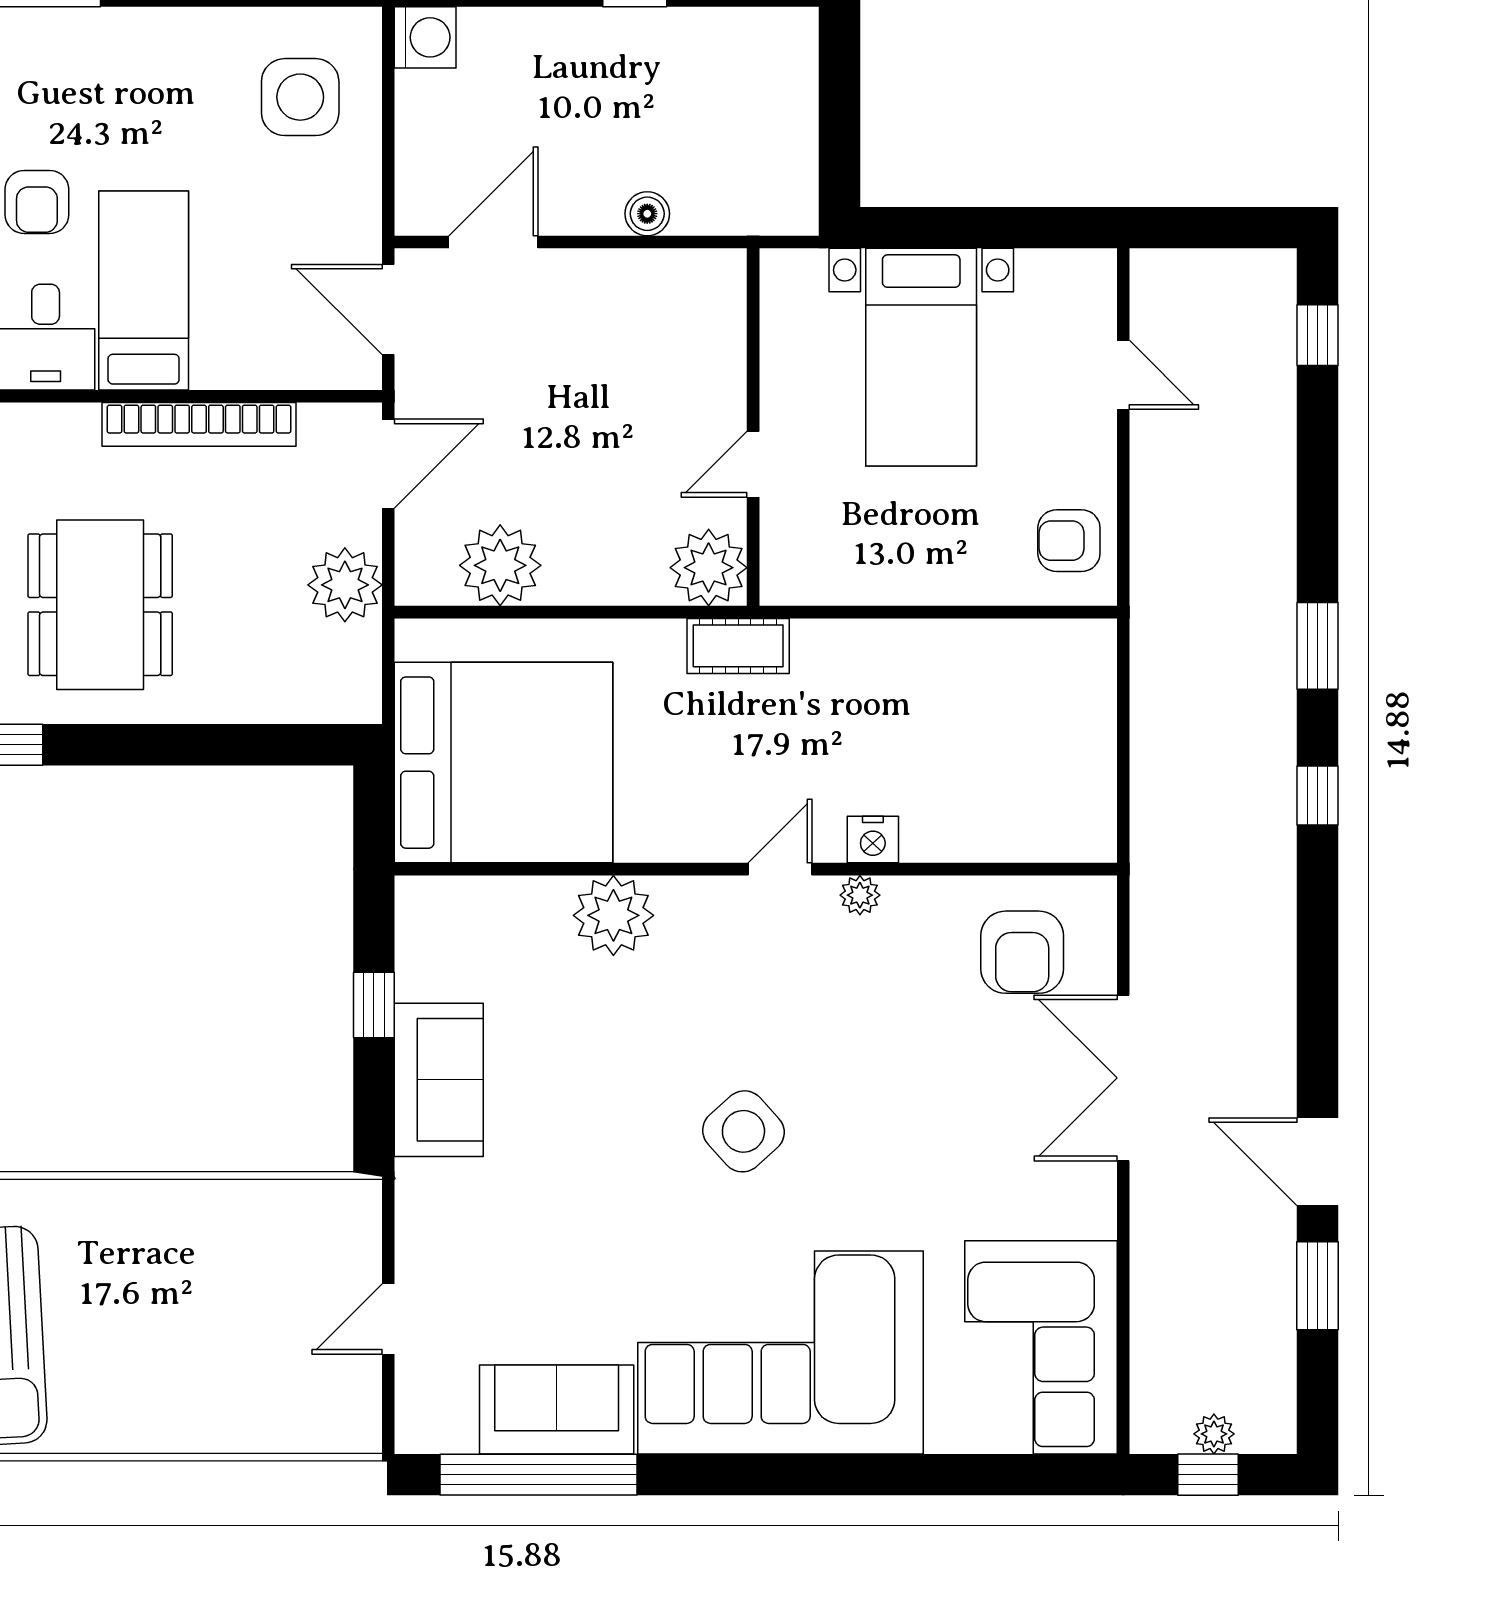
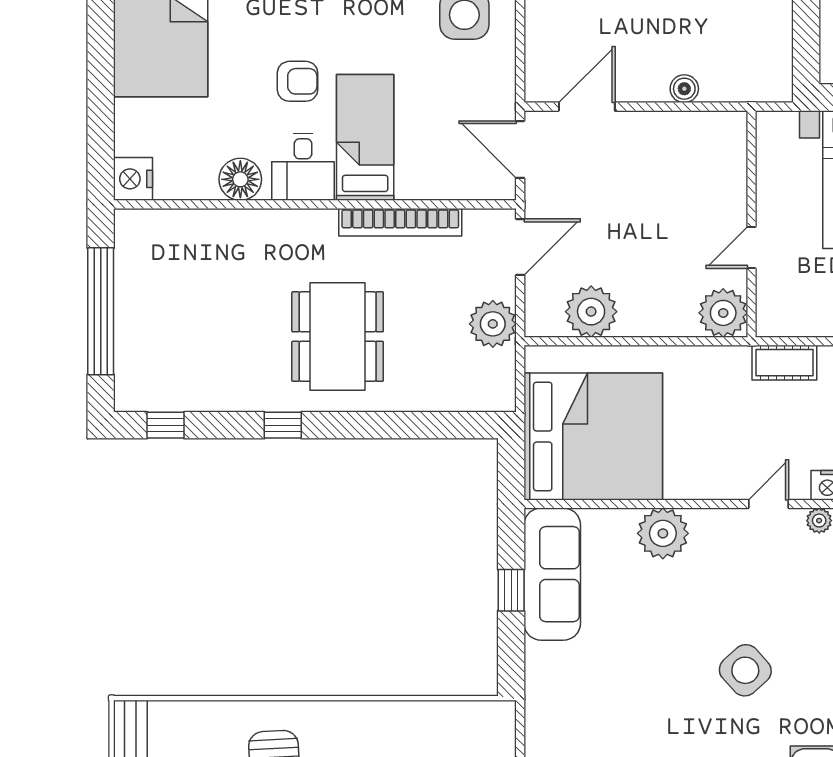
armchair: (37, 202) -> (298, 81), turned -90
cot: (738, 646) -> (784, 363), moved
sofa: (439, 1080) -> (552, 574), moved, width x1.36

